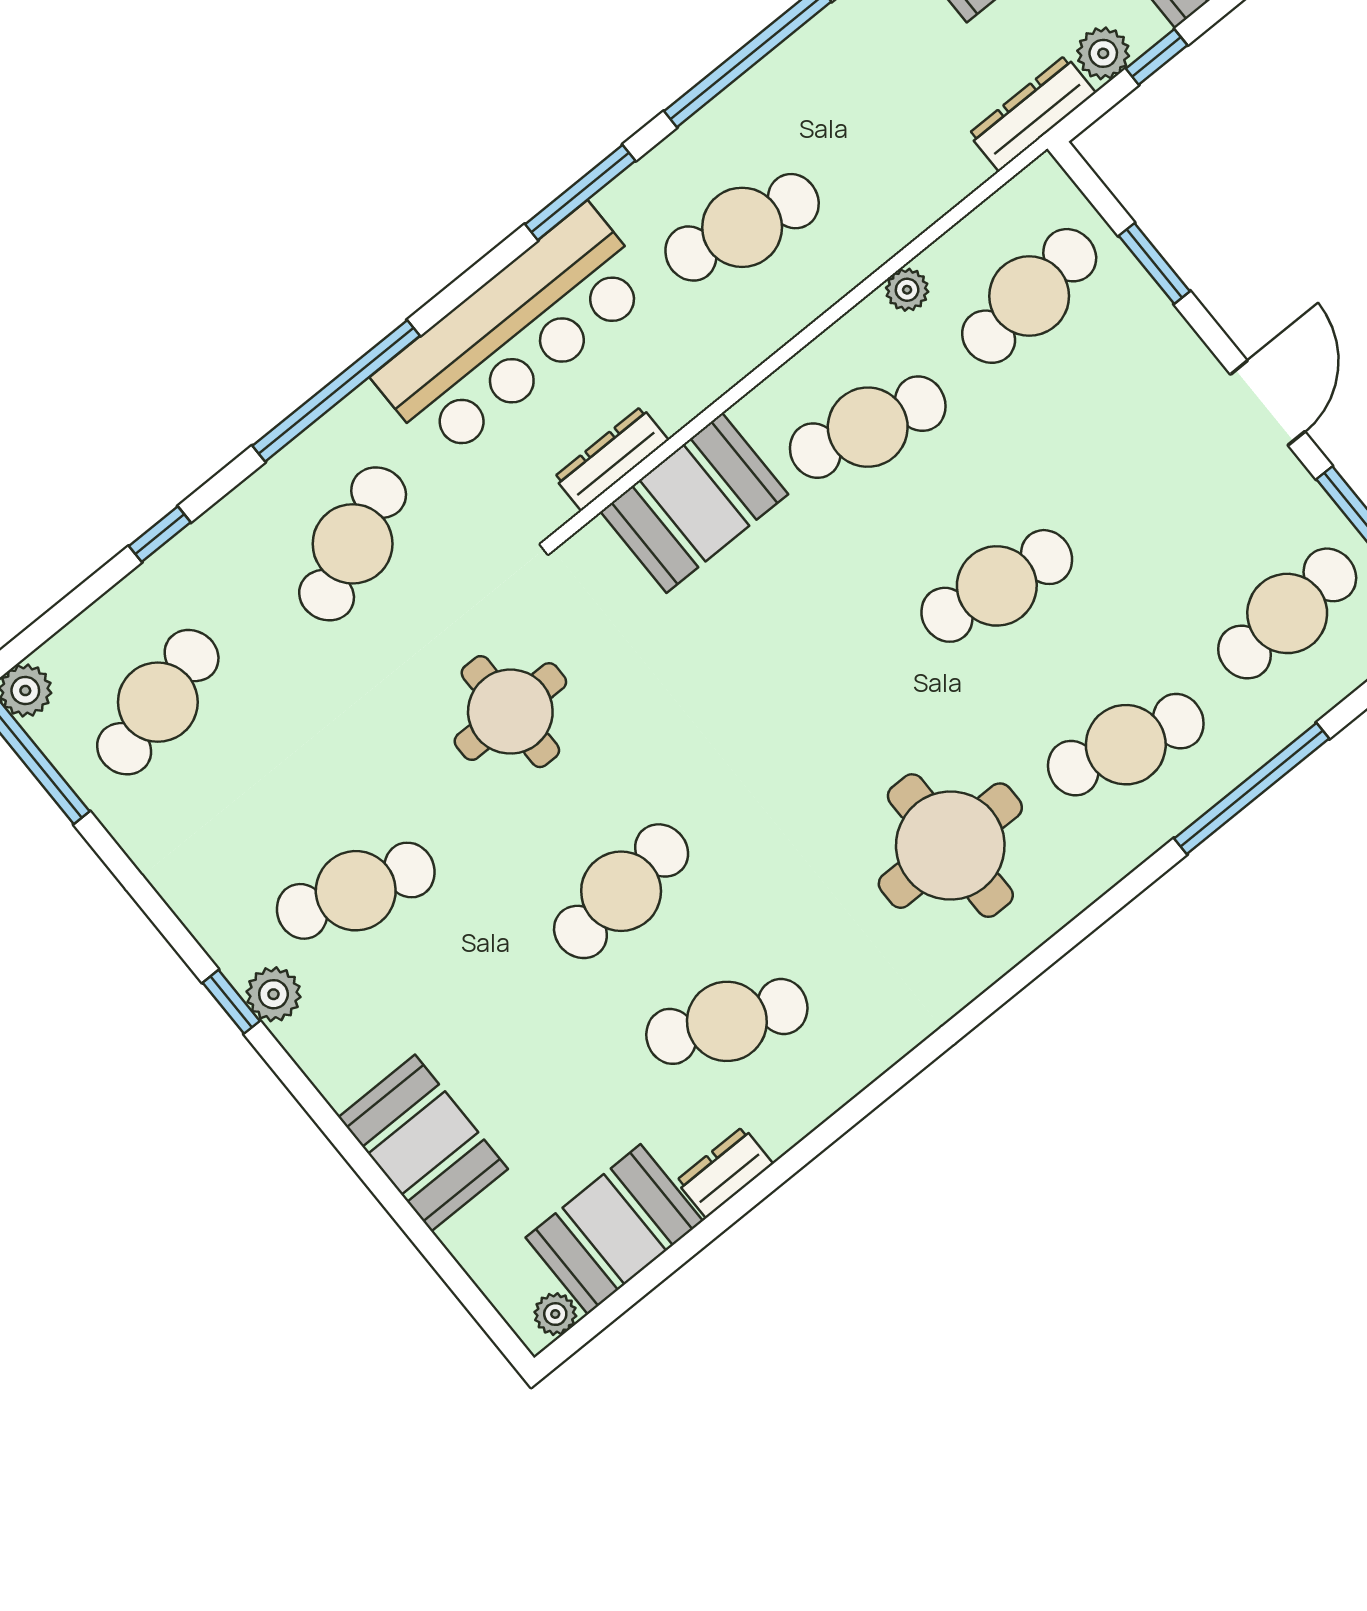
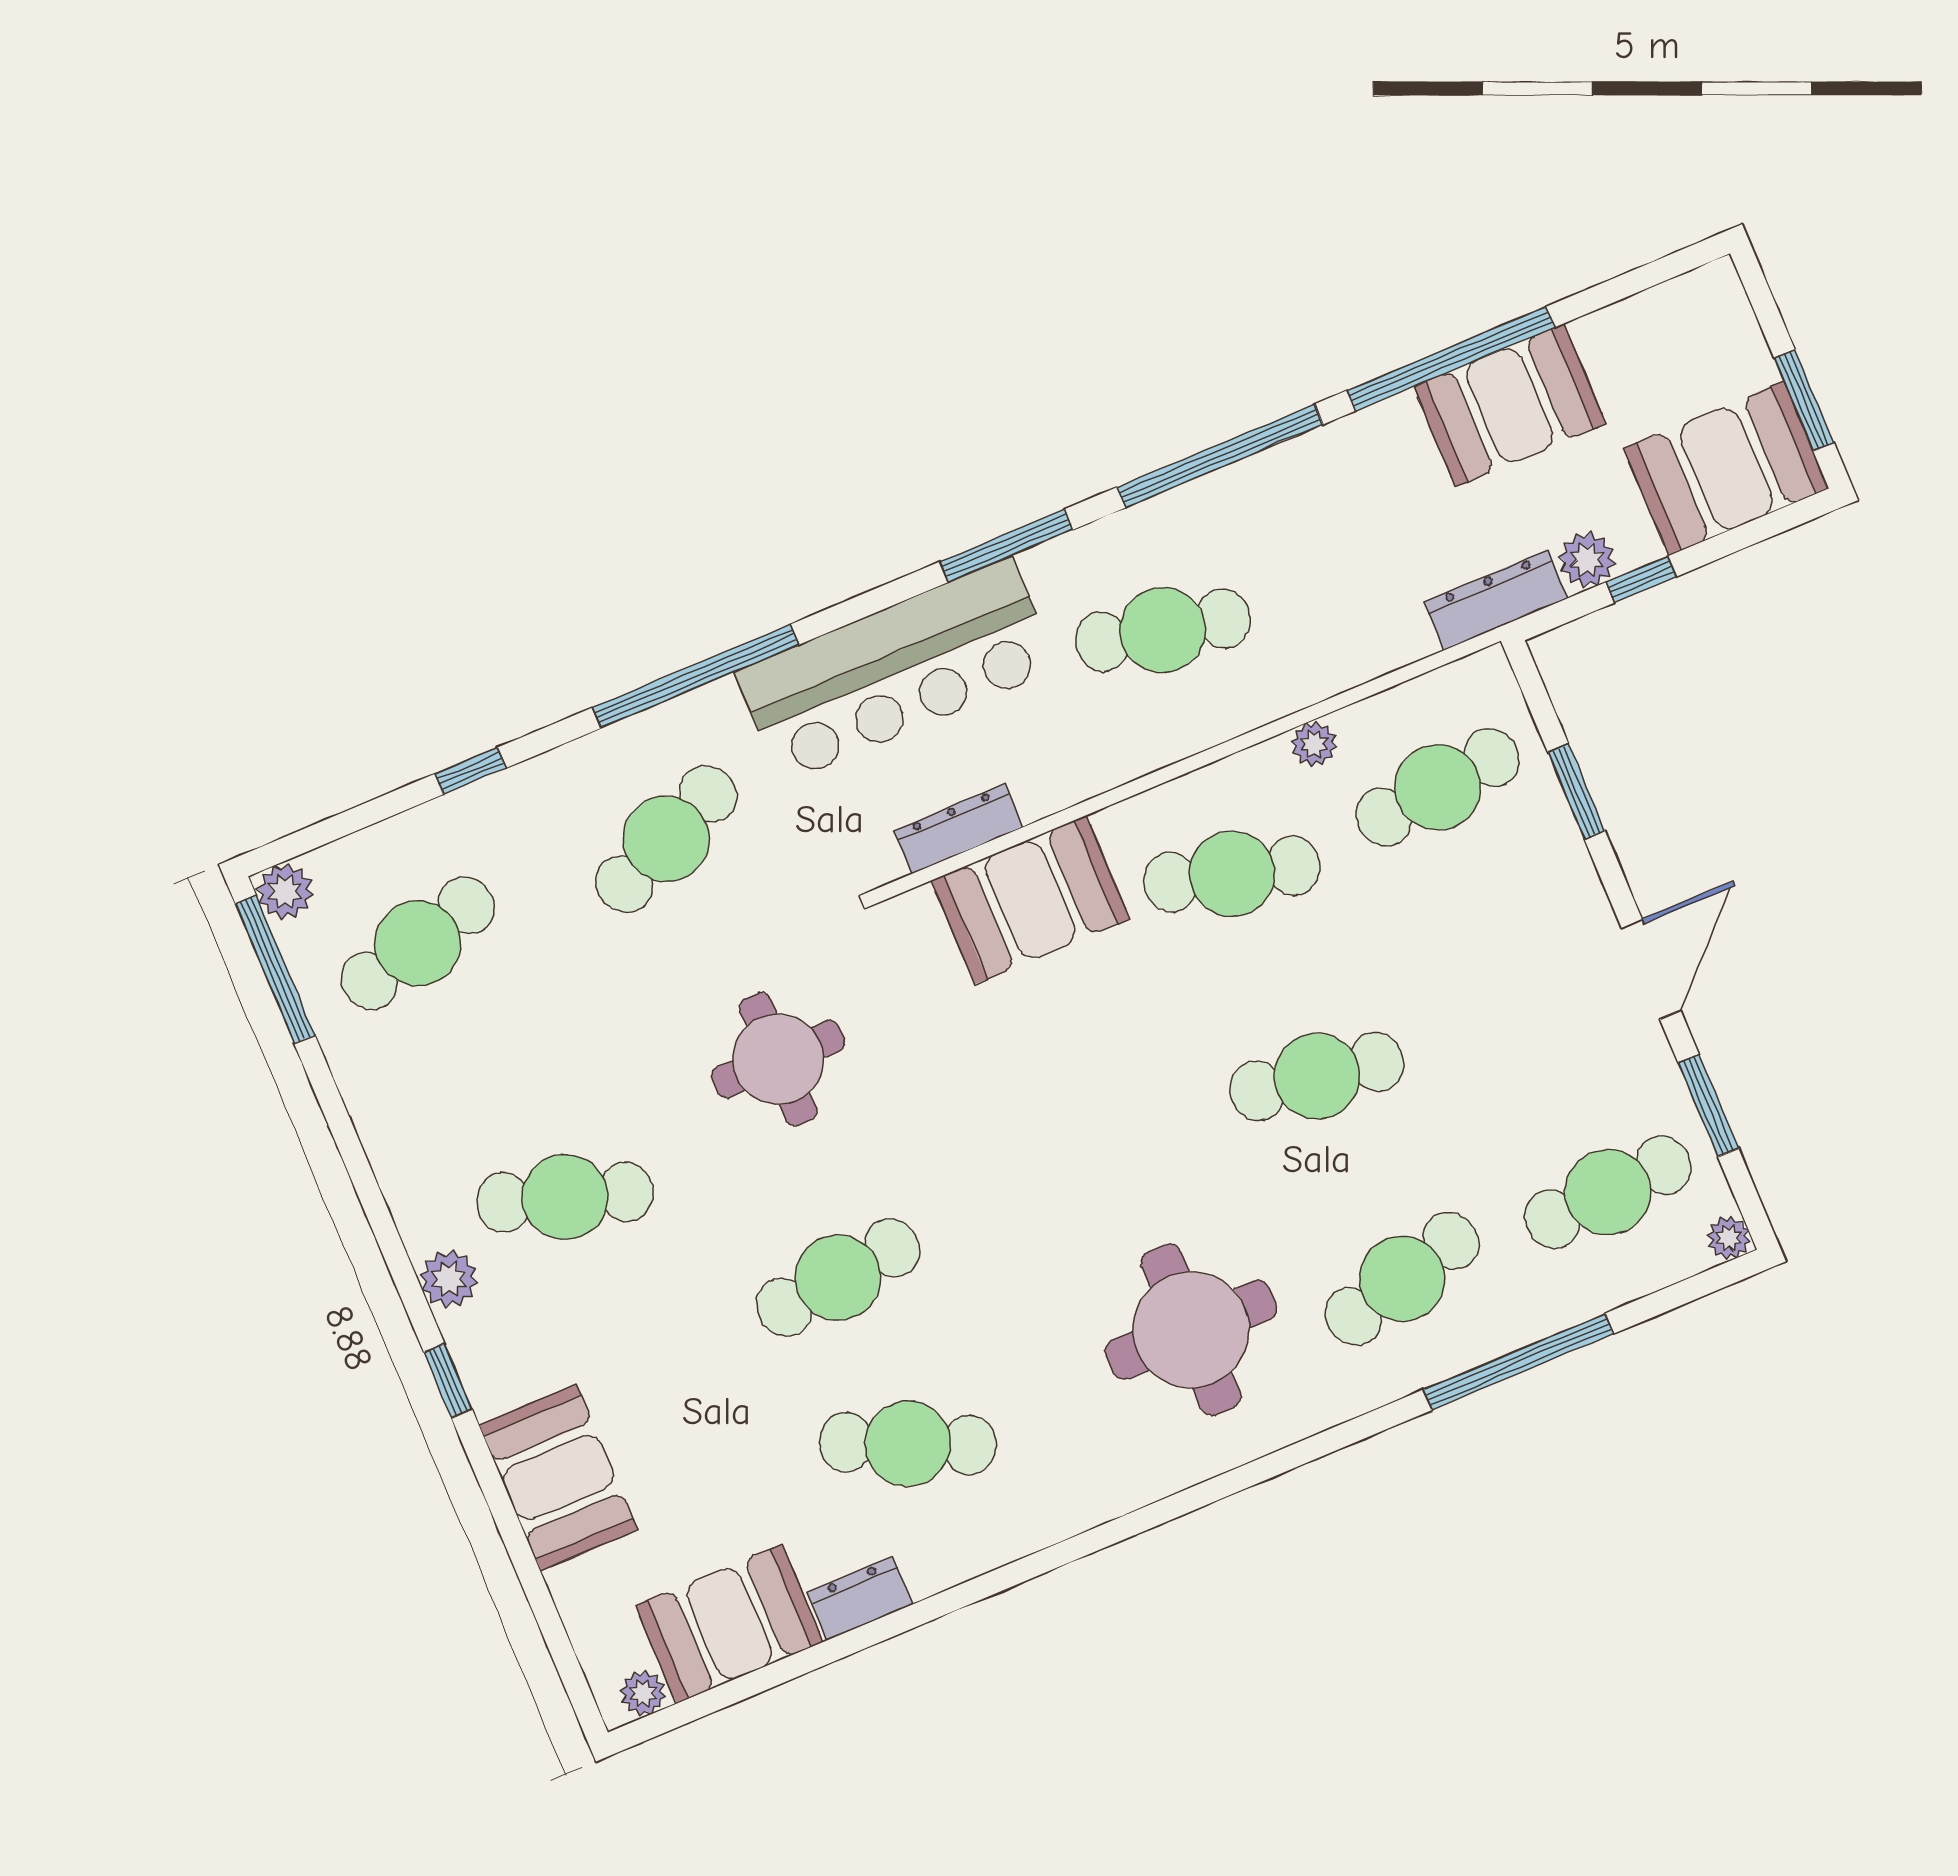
cafe table: (1126, 745) -> (1402, 1279), turned -30
window: (231, 1002) -> (448, 1381), moved

